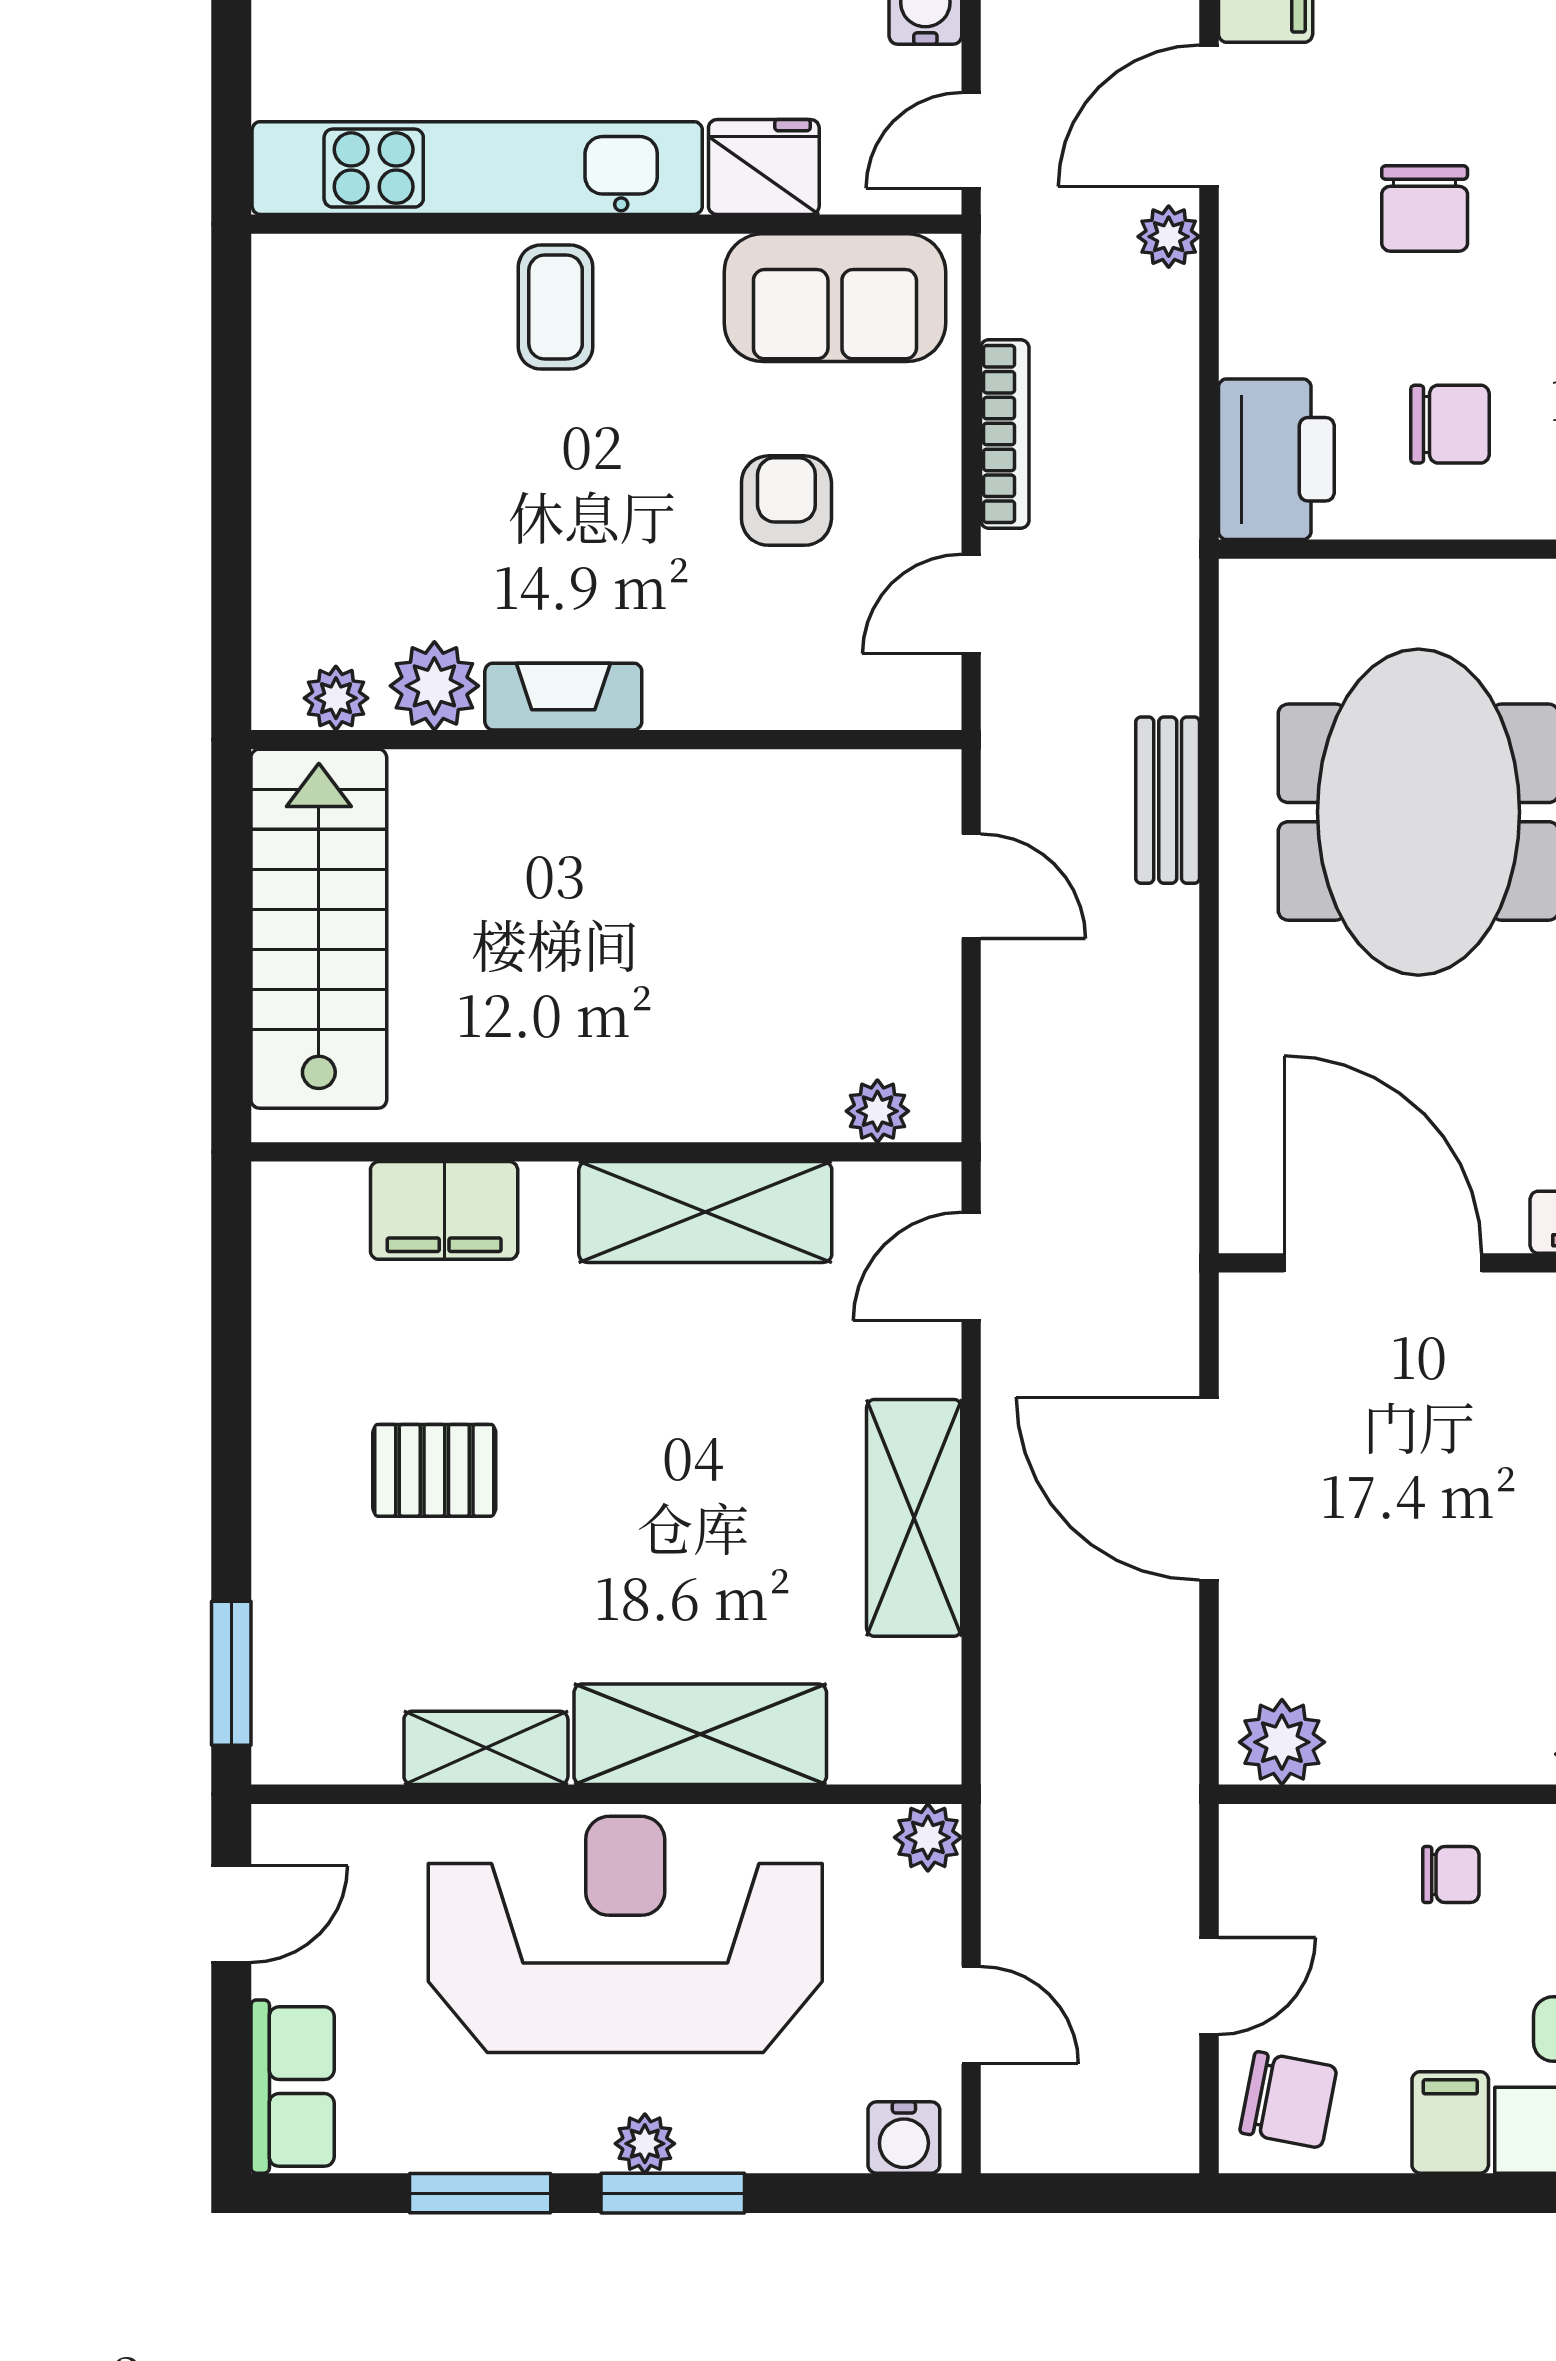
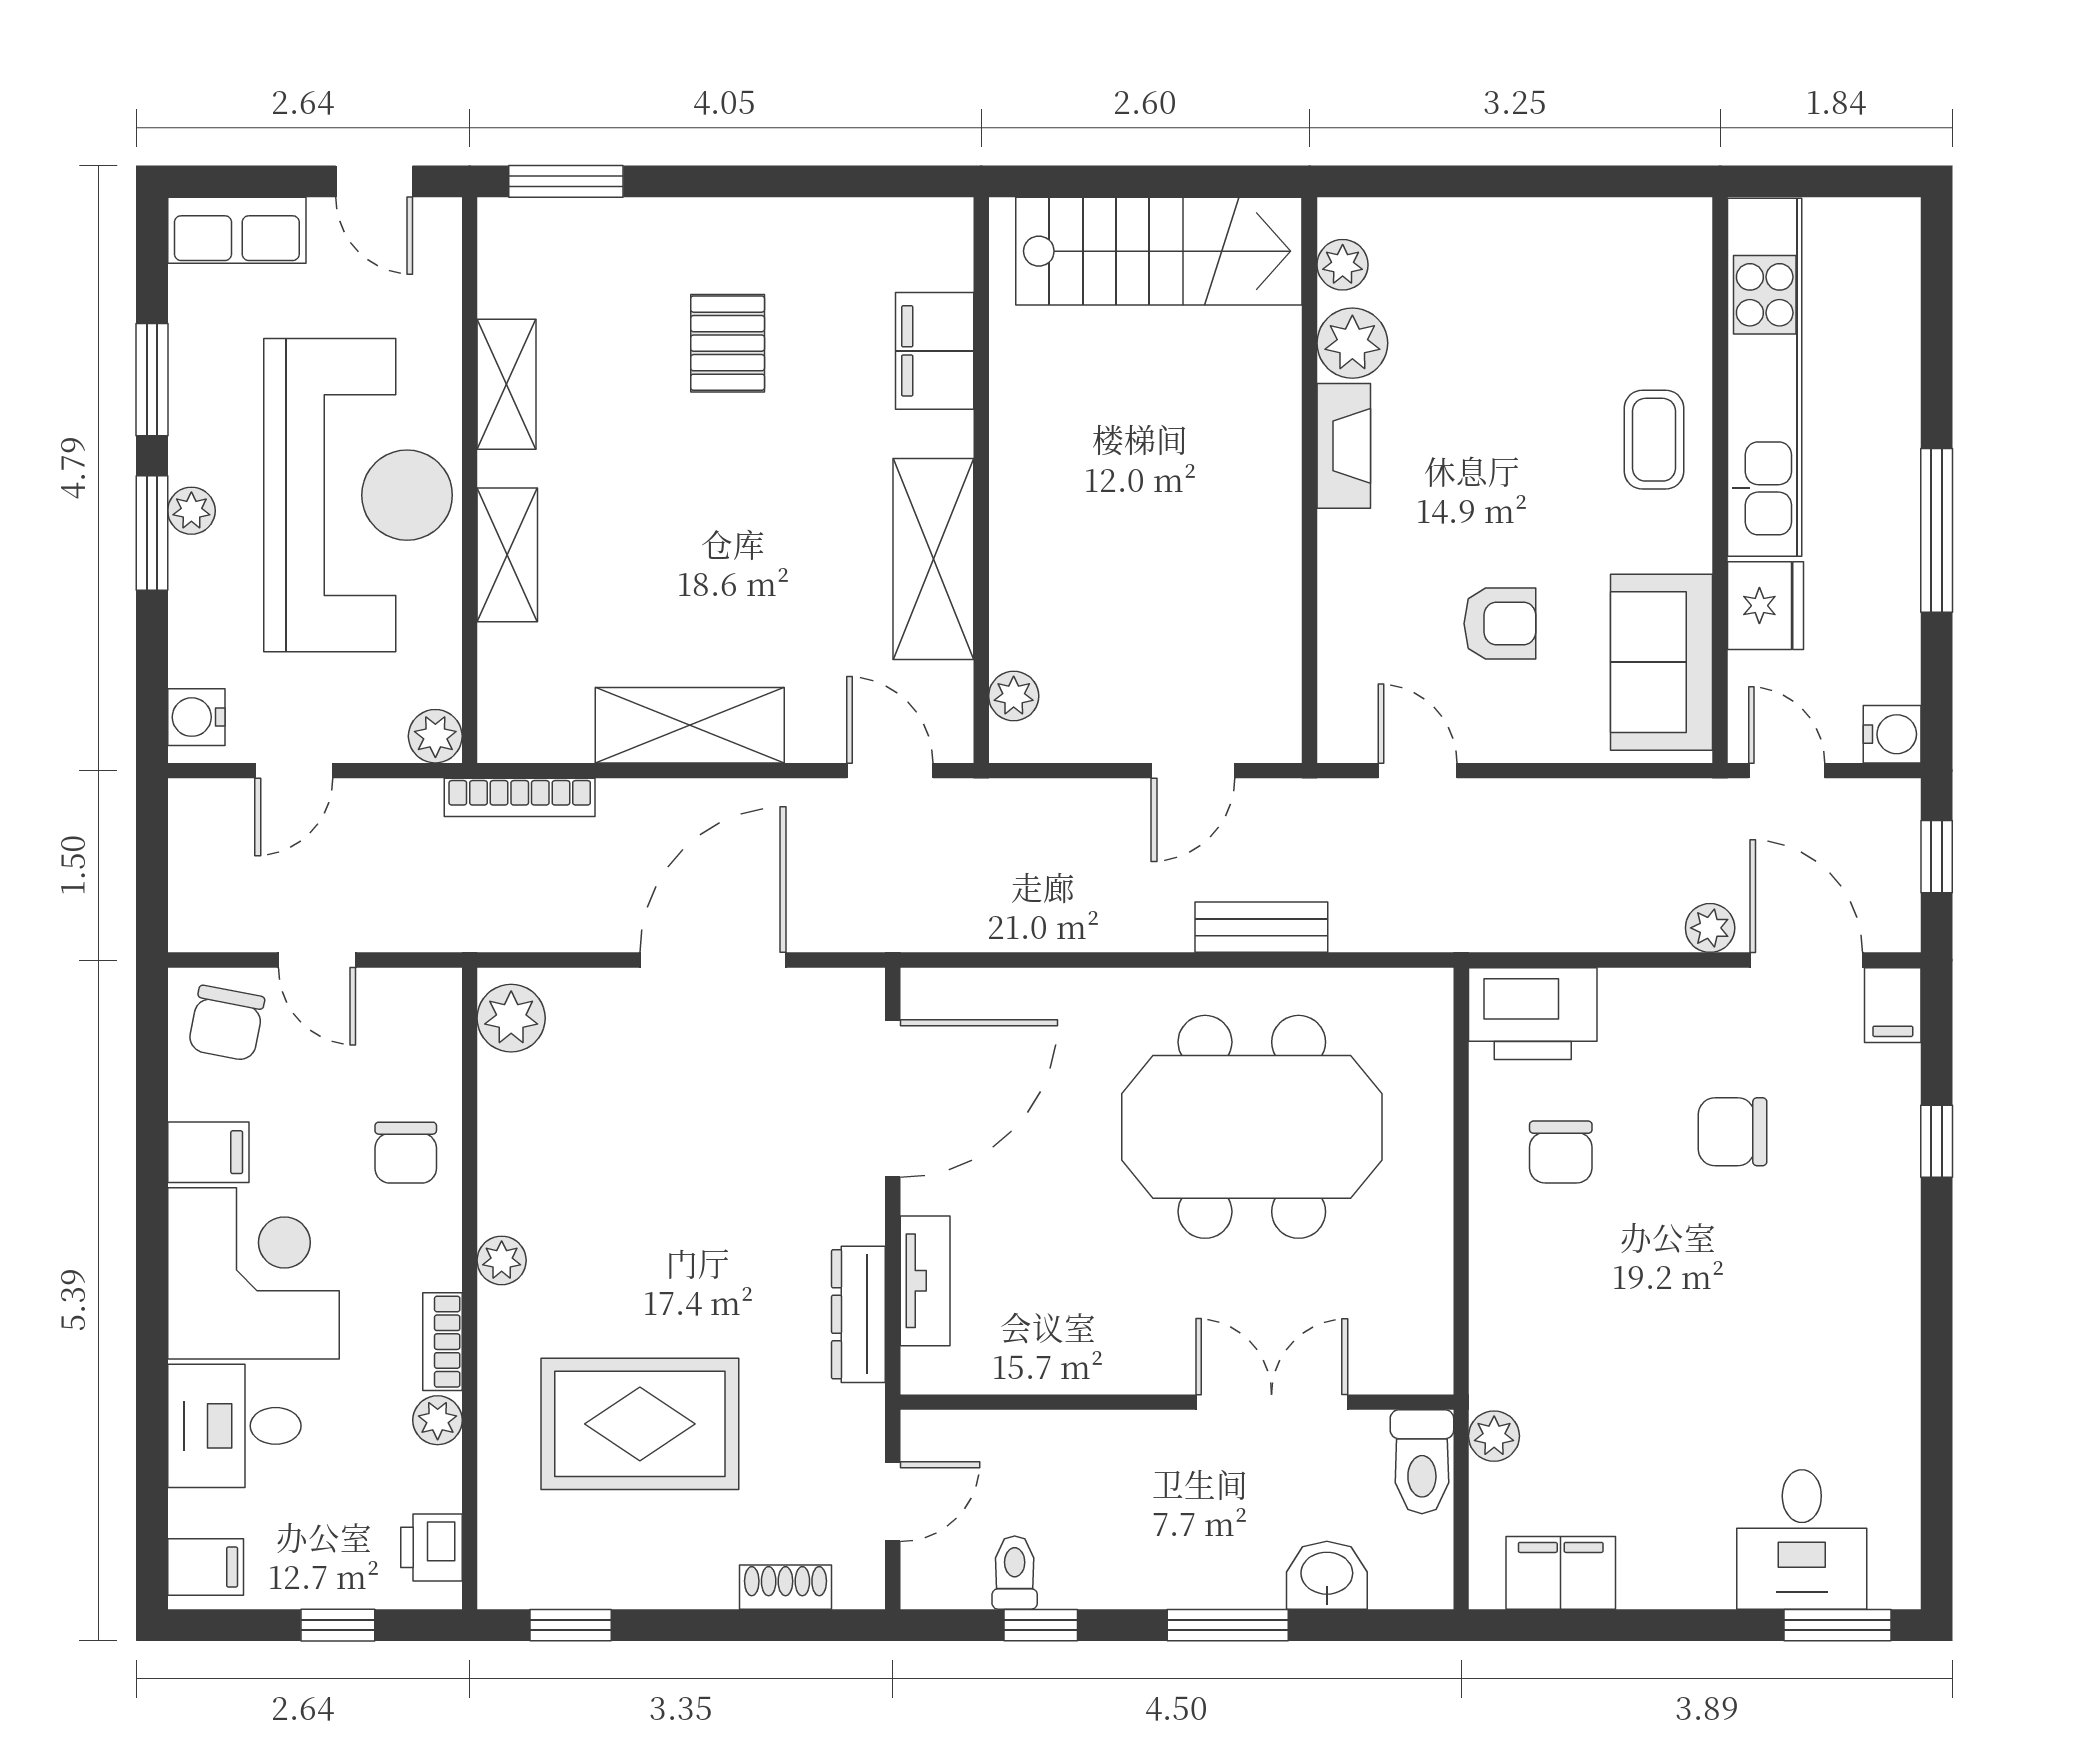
coffee table: (556, 307) -> (1654, 440), turned 90
bookcase: (1005, 434) -> (520, 797), moved
shelving: (700, 1734) -> (507, 555), width x0.67, depth x0.75
chair: (1451, 1875) -> (406, 1153), width x1.37, depth x1.37

